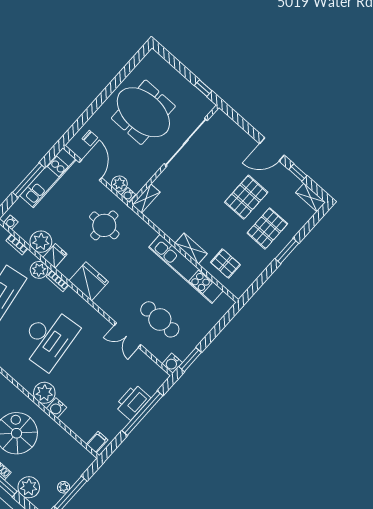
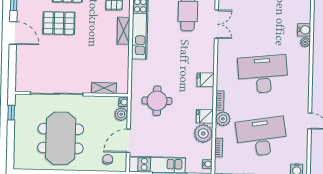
shelving: (146, 199) -> (104, 88), moved
fridge: (89, 281) -> (205, 80), width x0.53, depth x0.75
plant: (44, 393) -> (305, 42), width x0.53, depth x0.53

